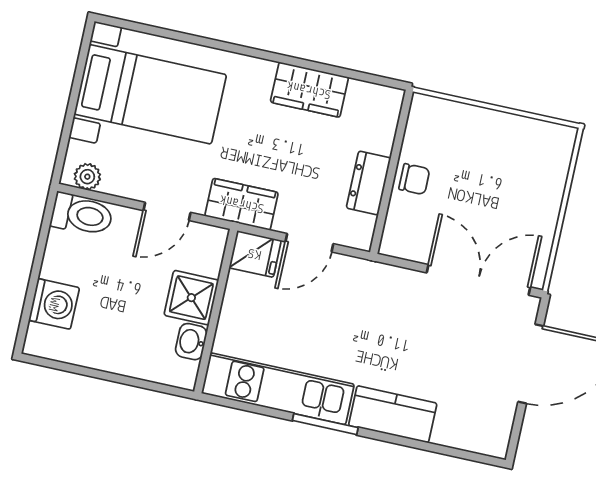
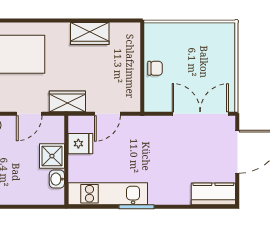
dresser: (369, 183) -> (132, 76), removed
fridge: (255, 254) -> (80, 144), moved
kitchen counter: (393, 414) -> (213, 194), moved

